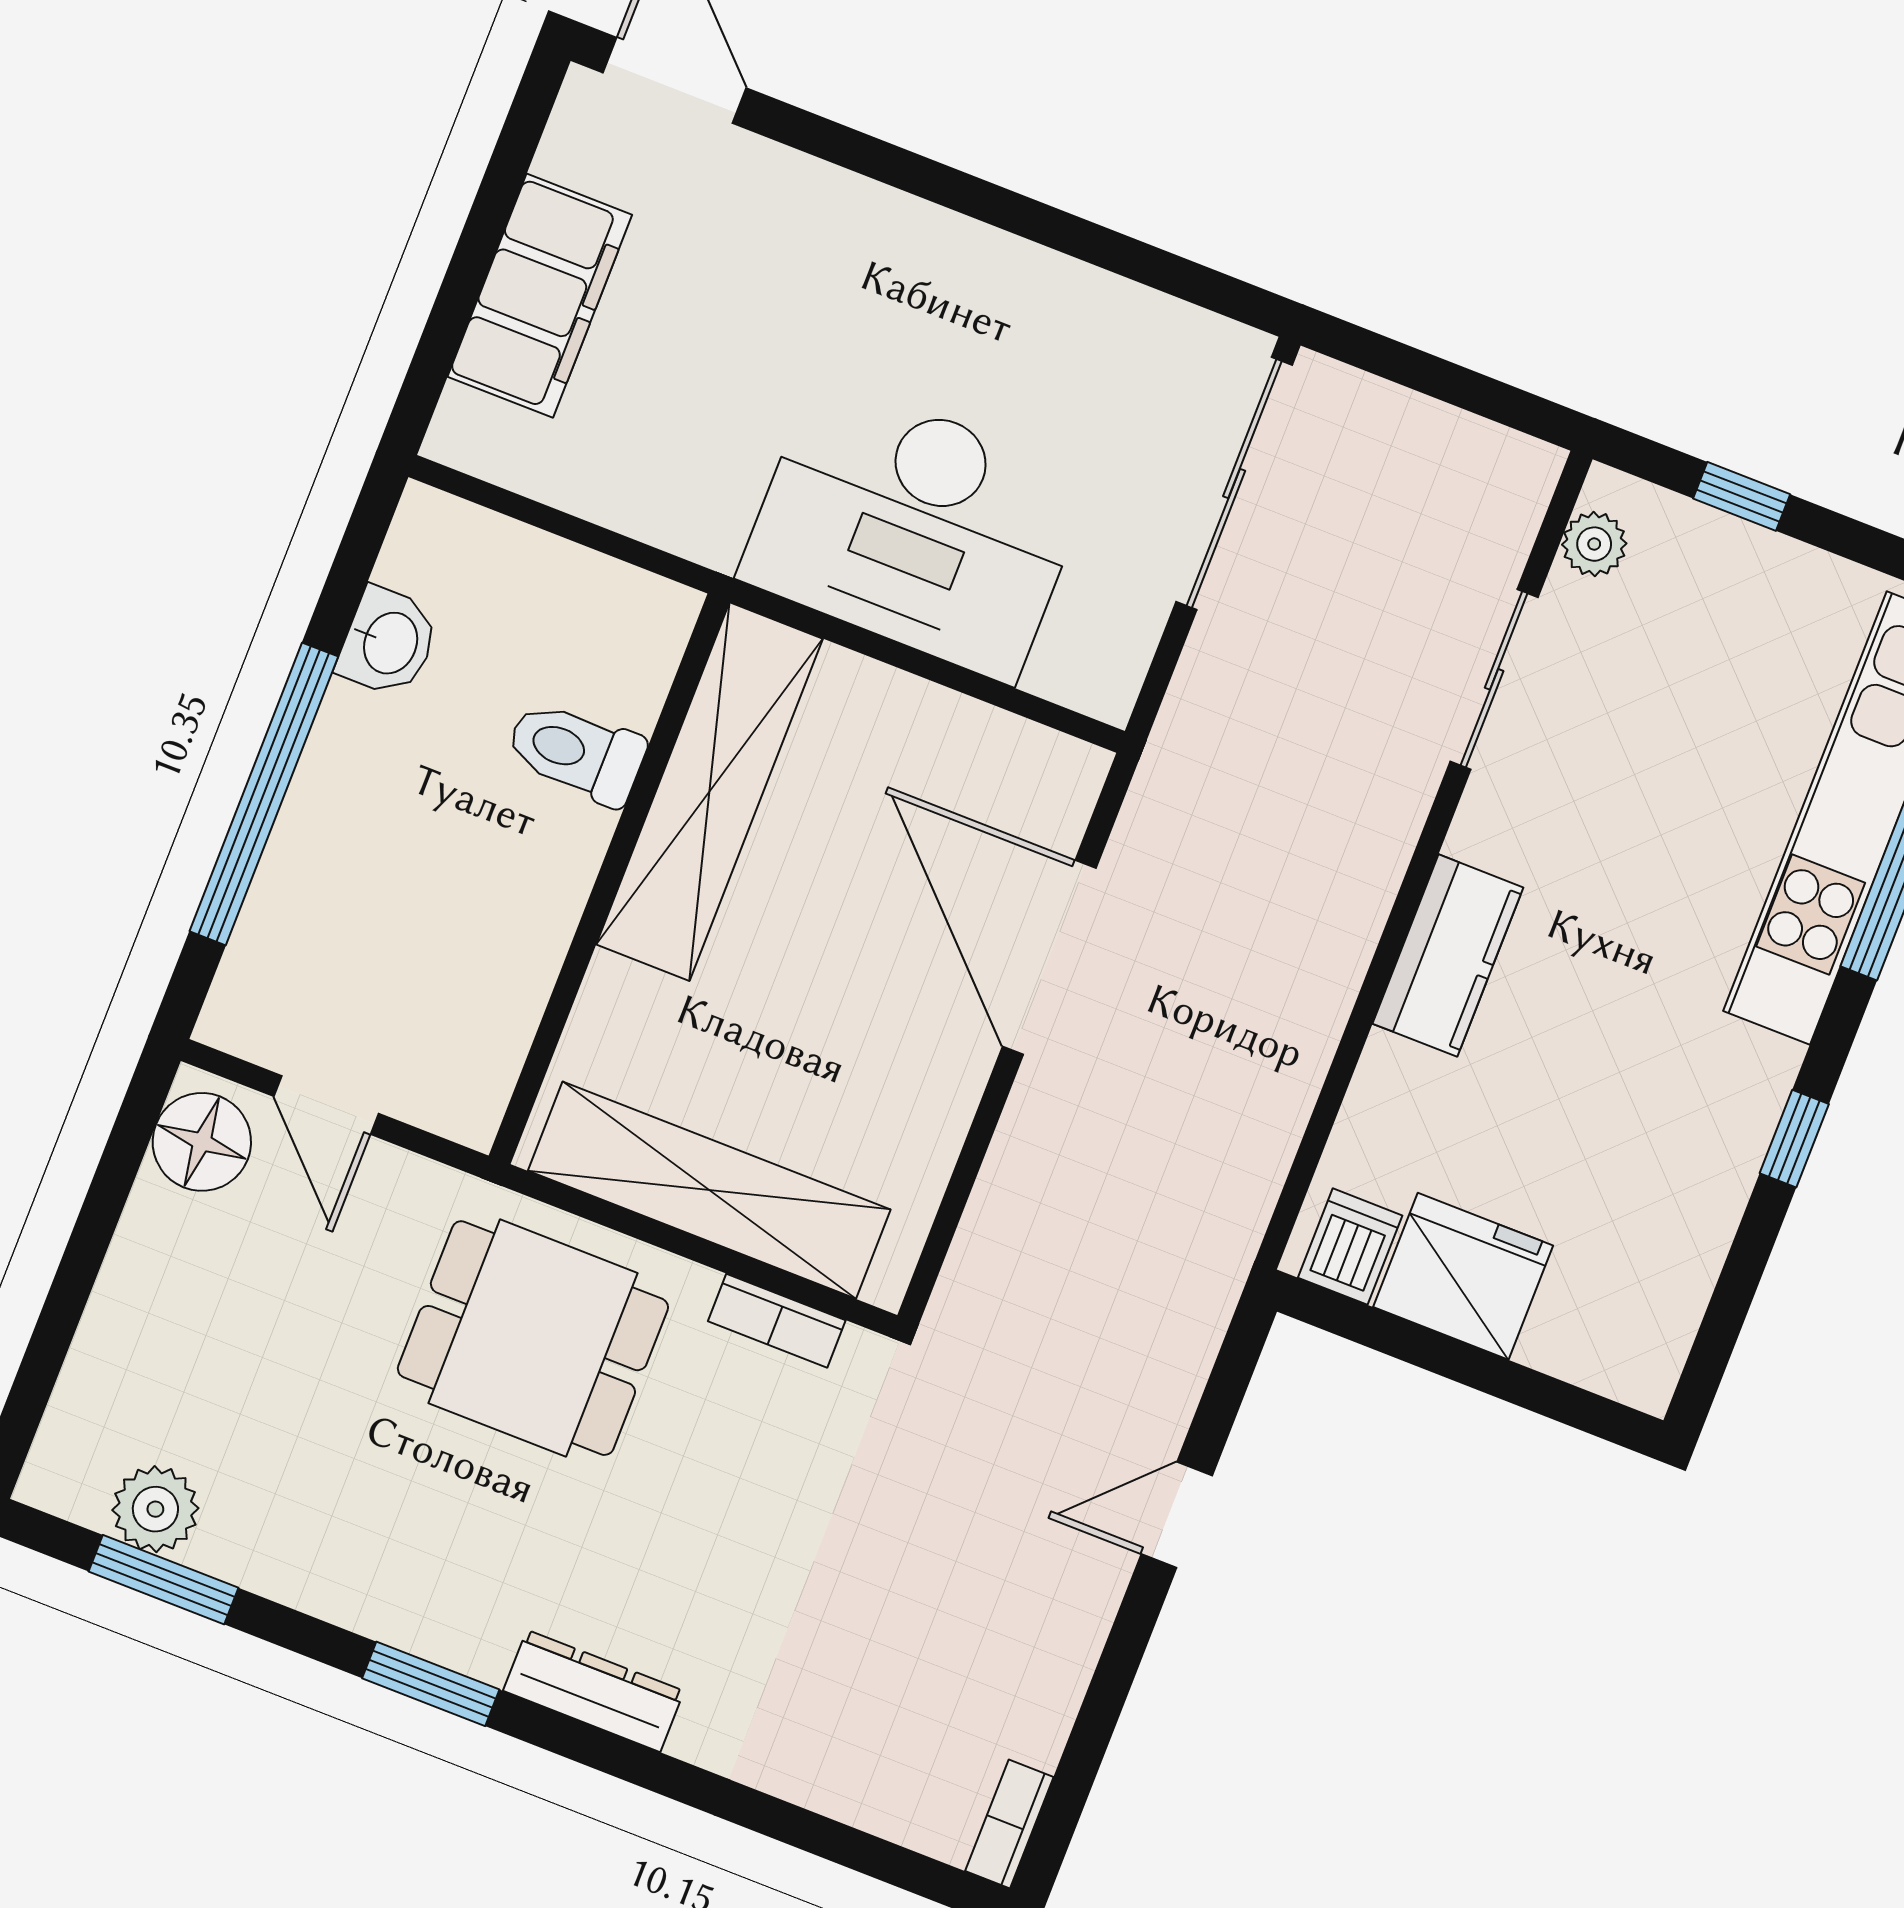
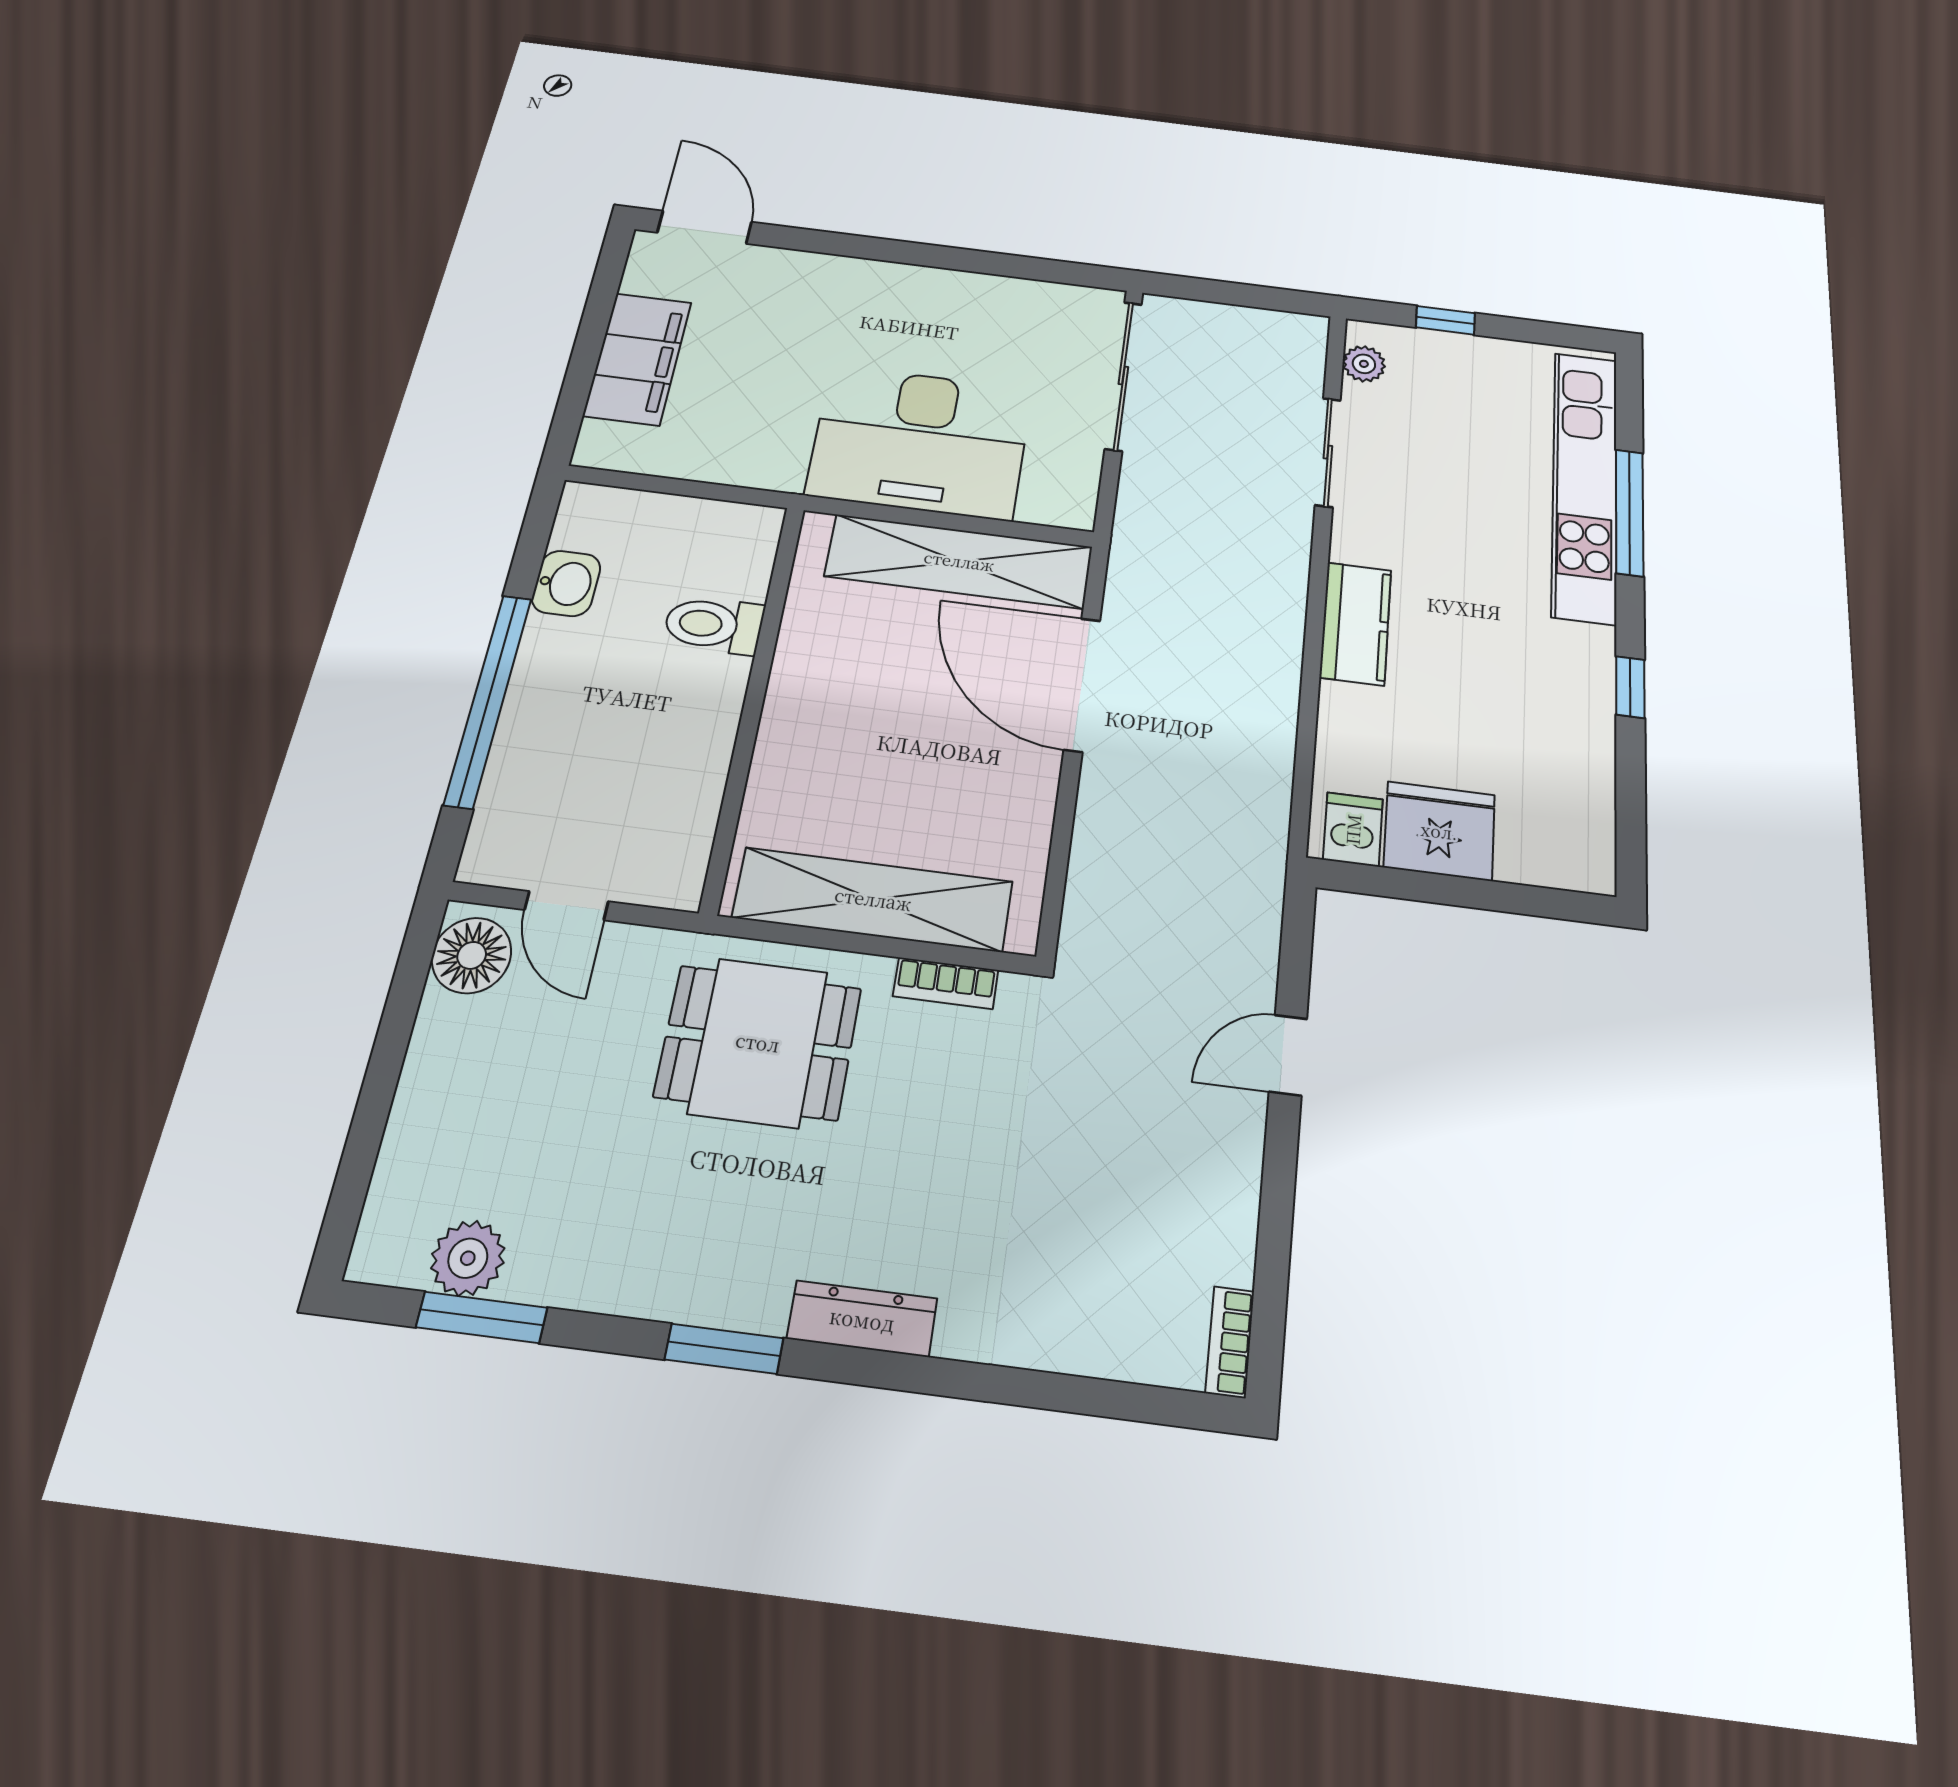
shelving: (710, 792) -> (959, 561), moved, turned 90

